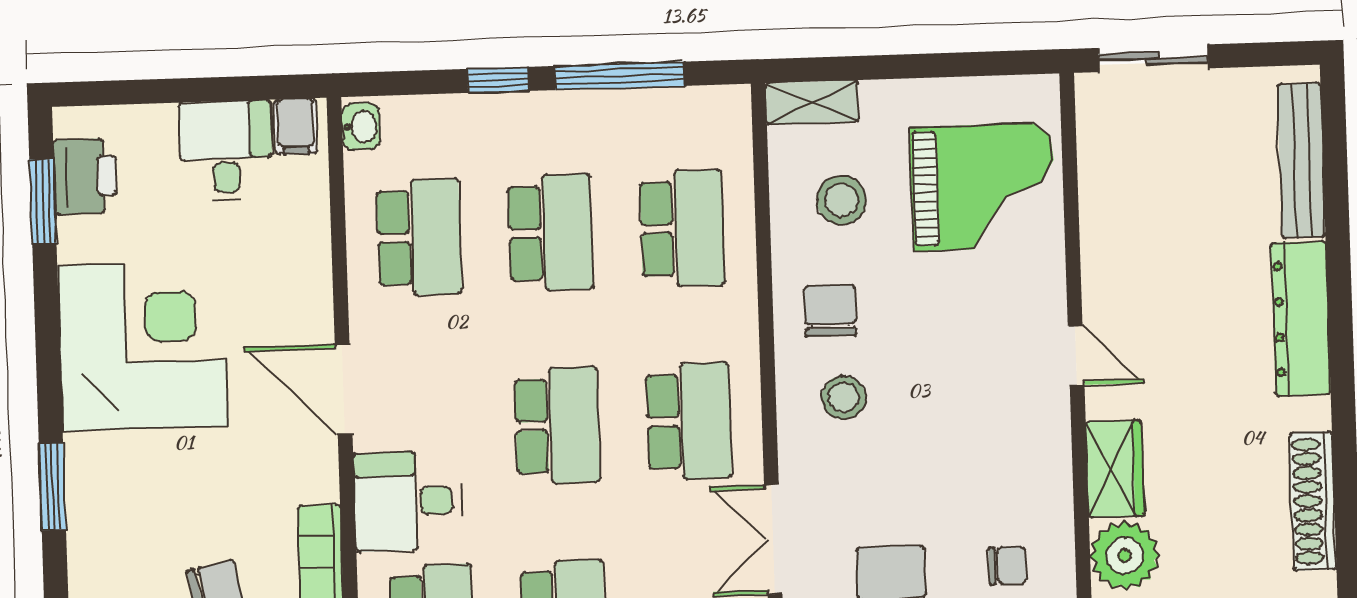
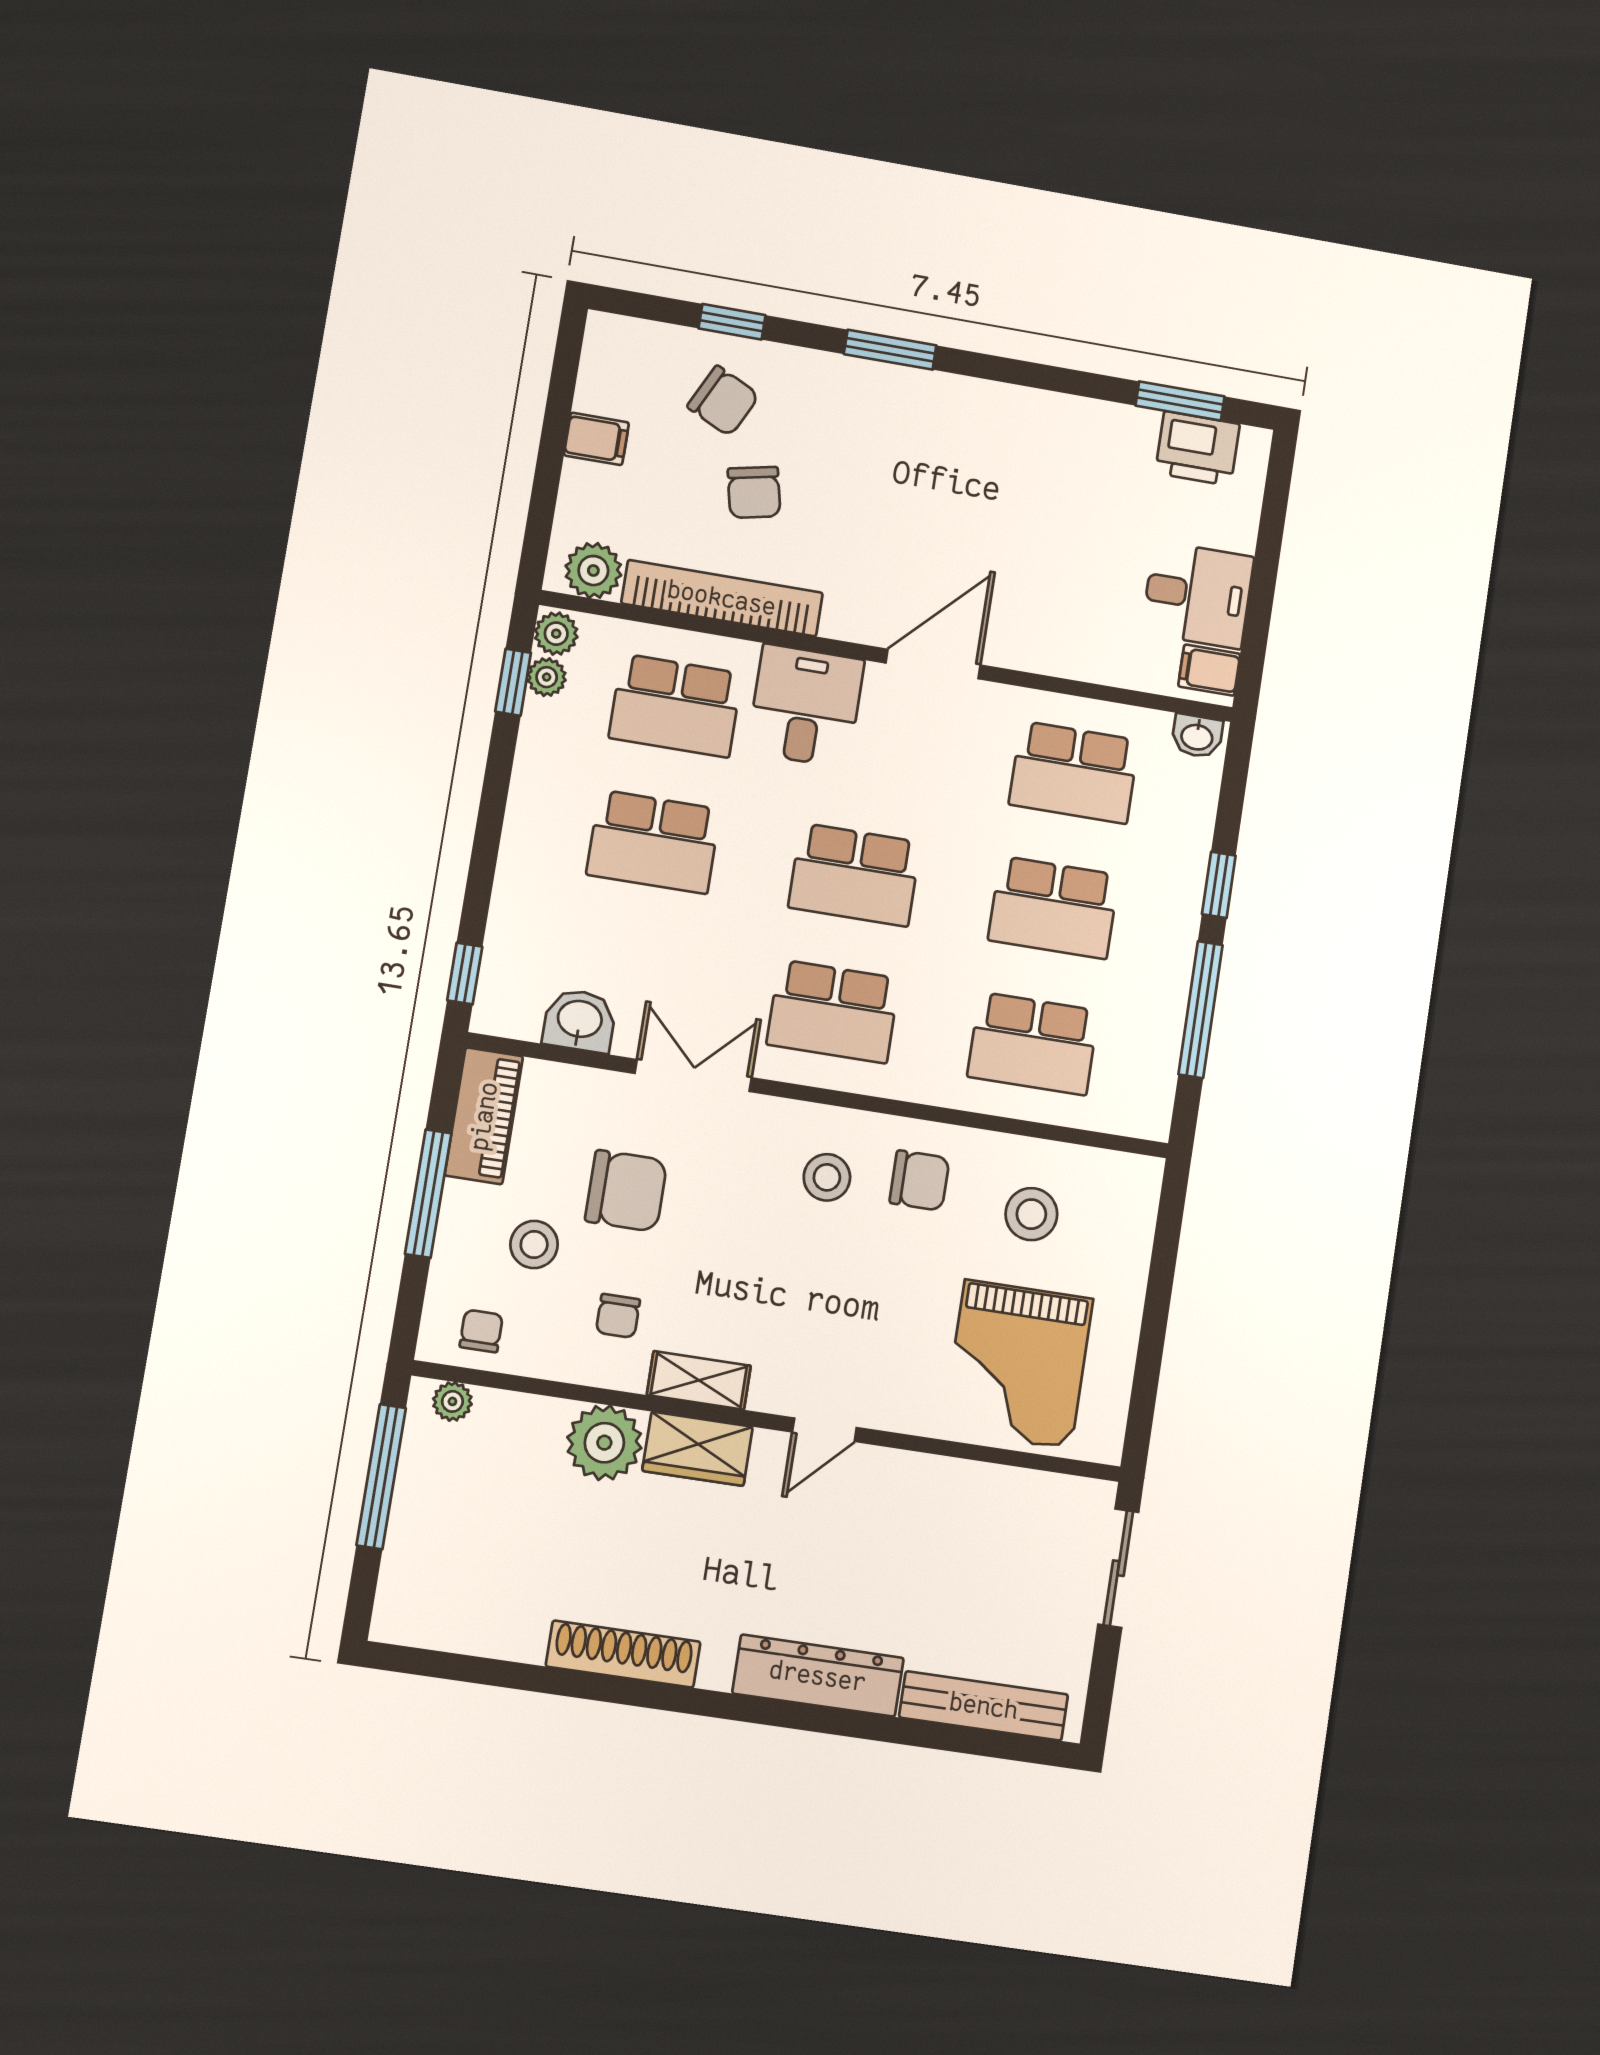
shelving: (812, 102) -> (699, 1380), moved, turned 90
corner desk: (143, 346) -> (1016, 471), removed

